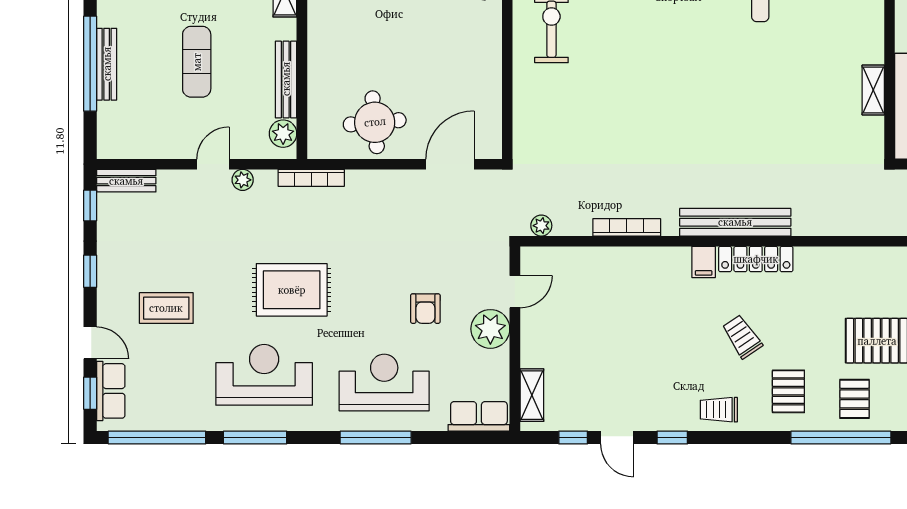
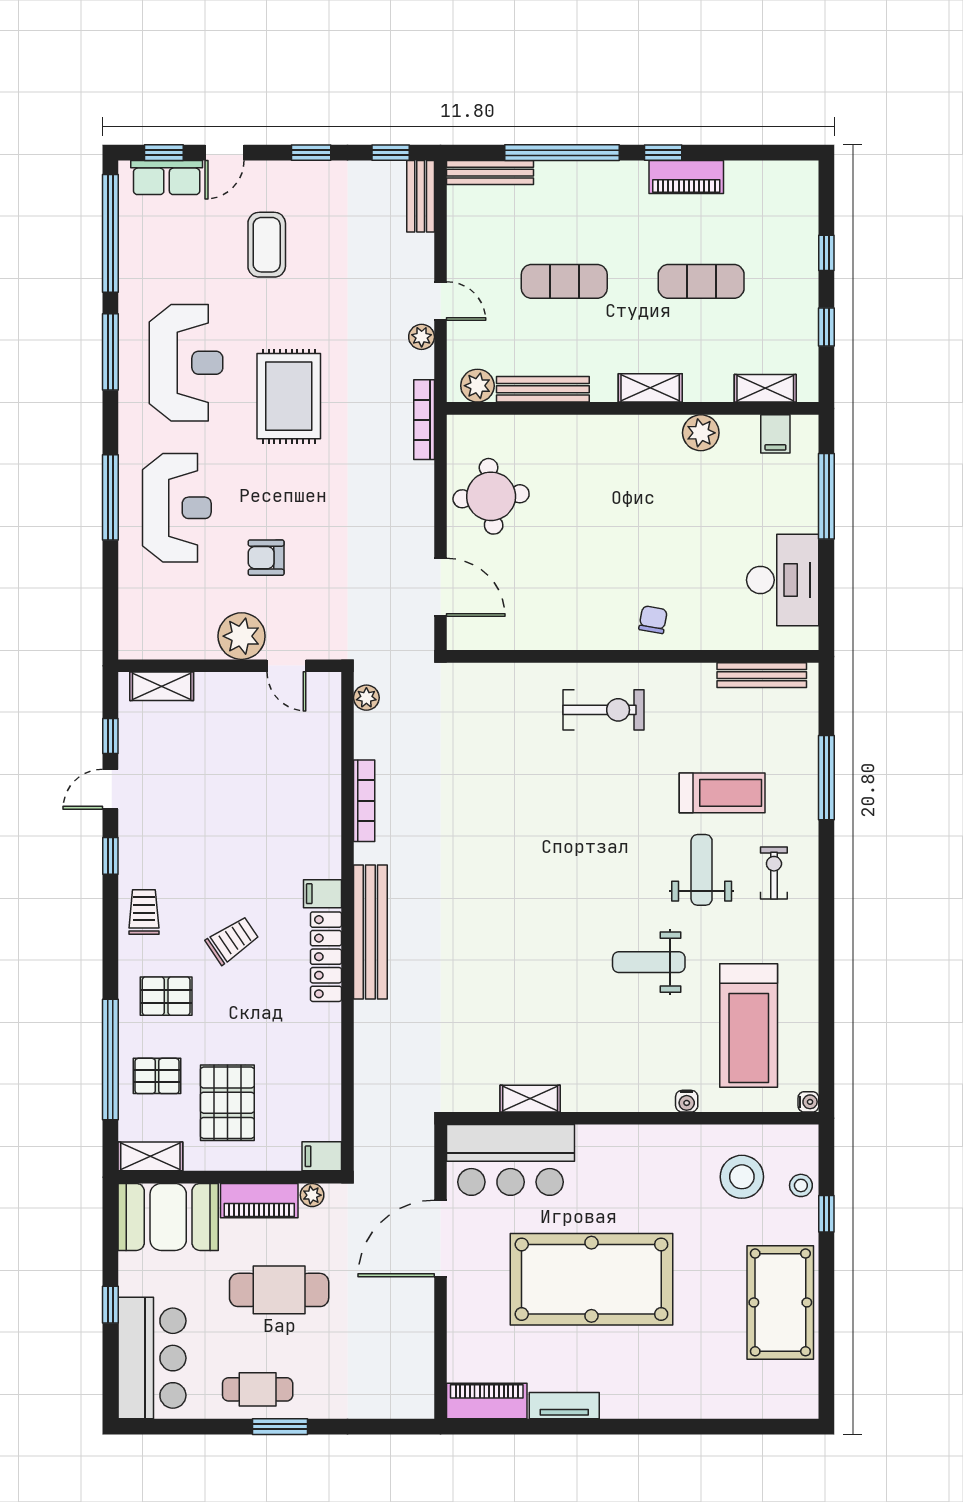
bench: (107, 64) -> (490, 173), moved
row of seats: (479, 416) -> (136, 622), removed

